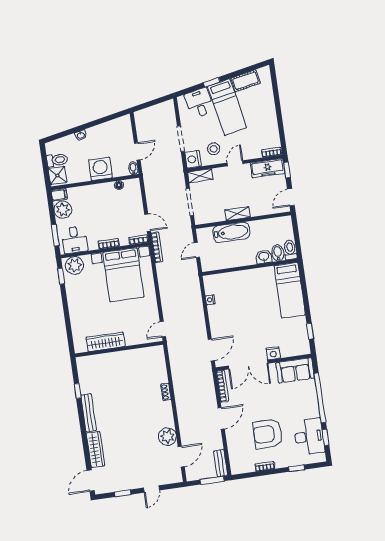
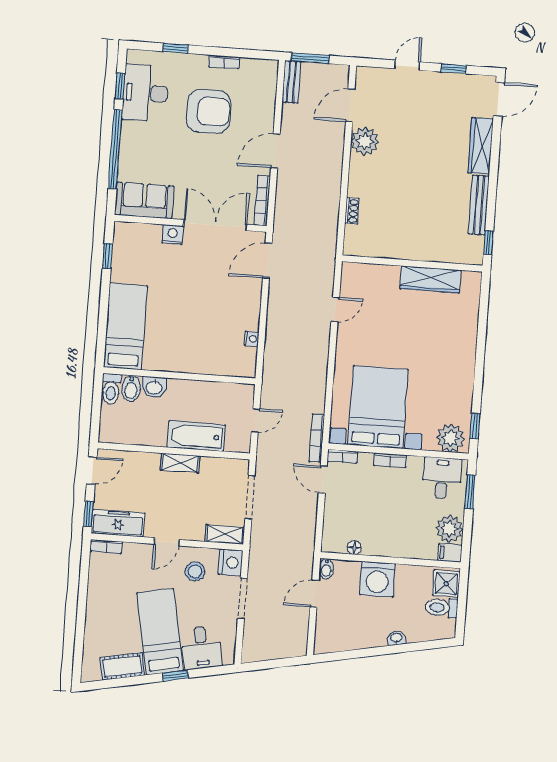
wardrobe: (106, 342) -> (430, 279), moved
wall: (119, 349) -> (412, 264), moved

